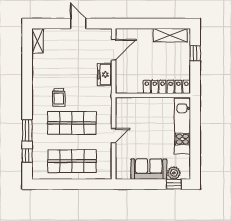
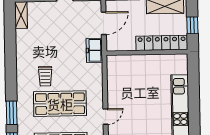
locker: (167, 87) -> (162, 43), moved
wall: (153, 95) -> (147, 52), moved

